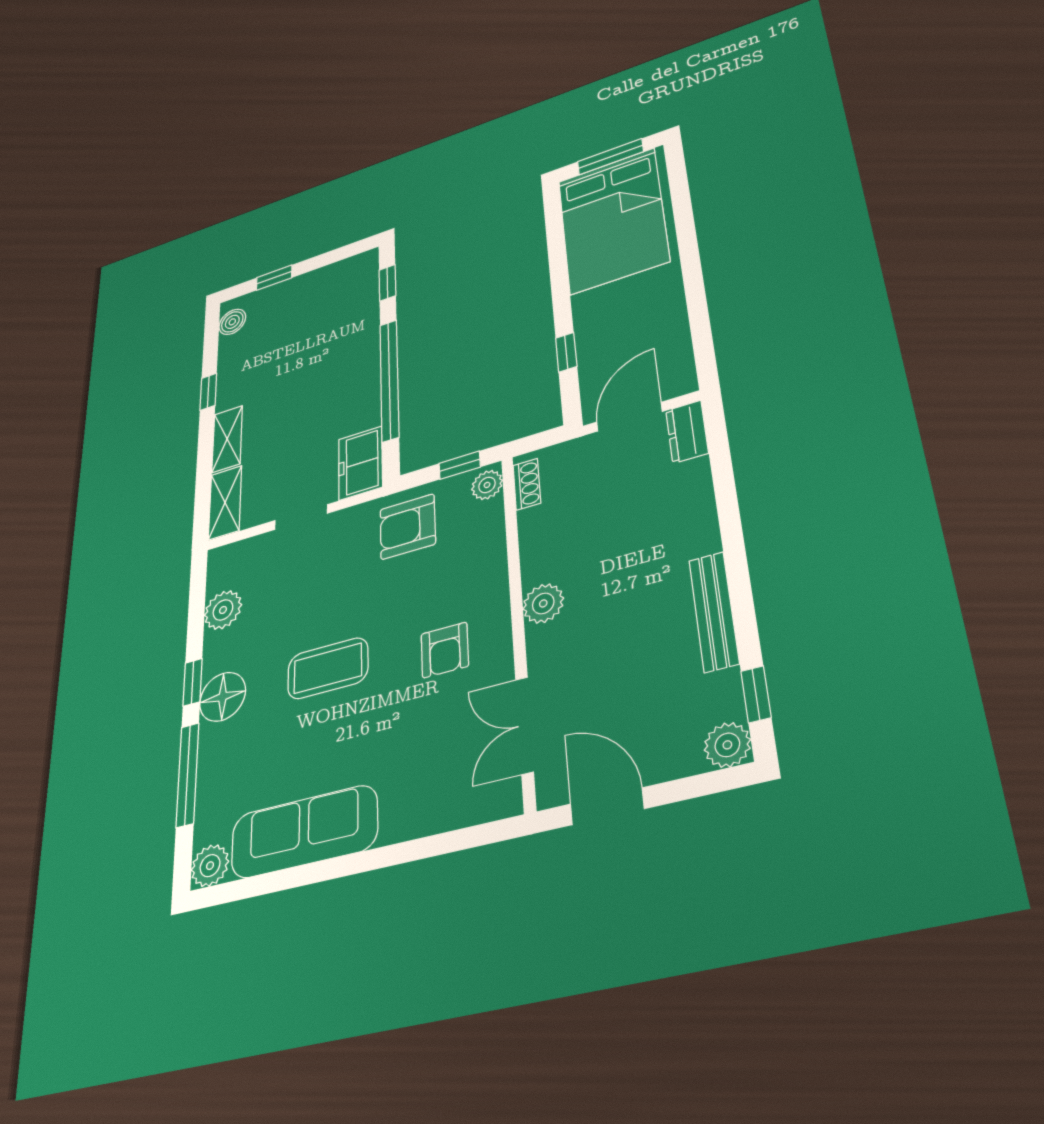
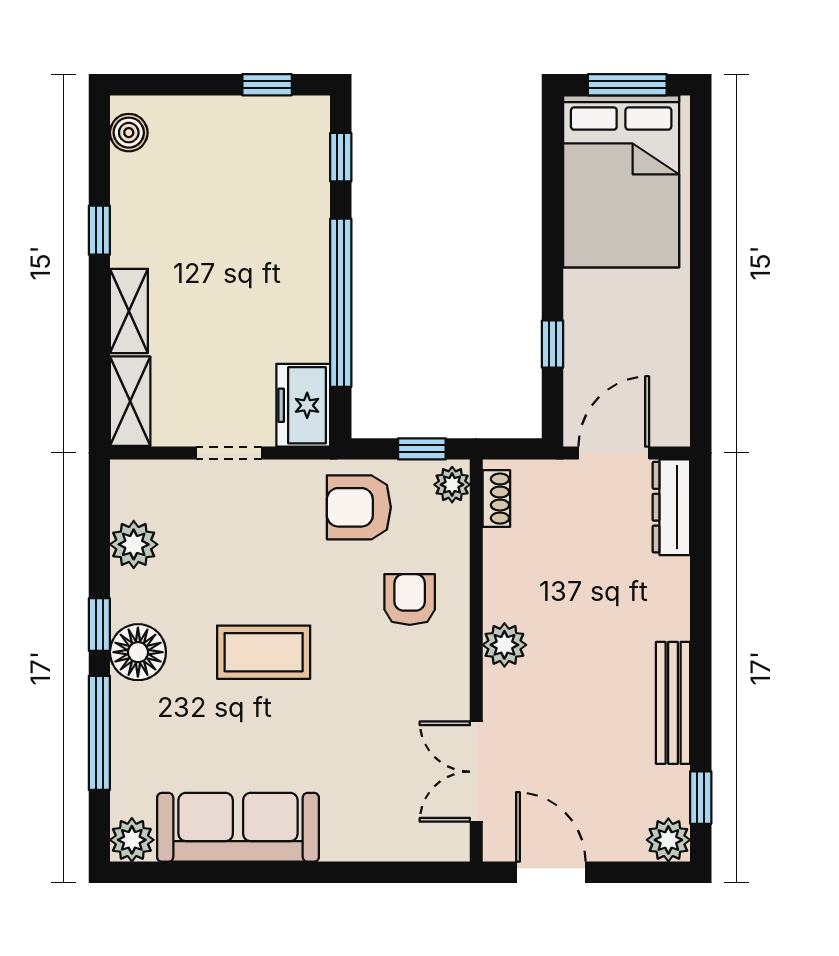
window: (274, 278) -> (267, 85), moved
dresser: (687, 432) -> (671, 507), width x1.44
armchair: (445, 650) -> (410, 600), moved, turned 180

